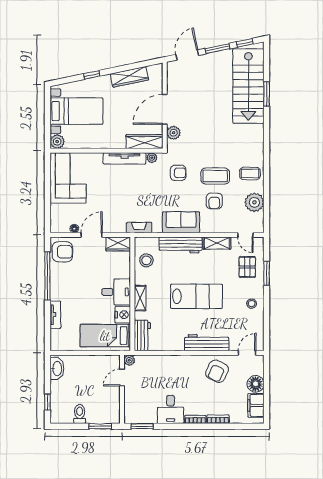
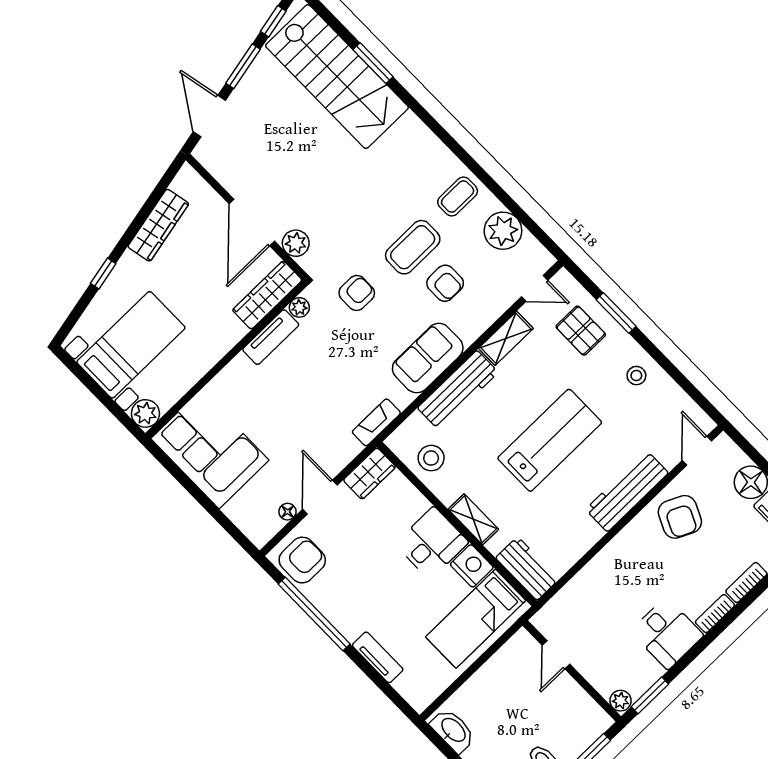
tv unit: (124, 158) -> (271, 337), width x0.71
plant: (129, 360) -> (621, 701), moved

